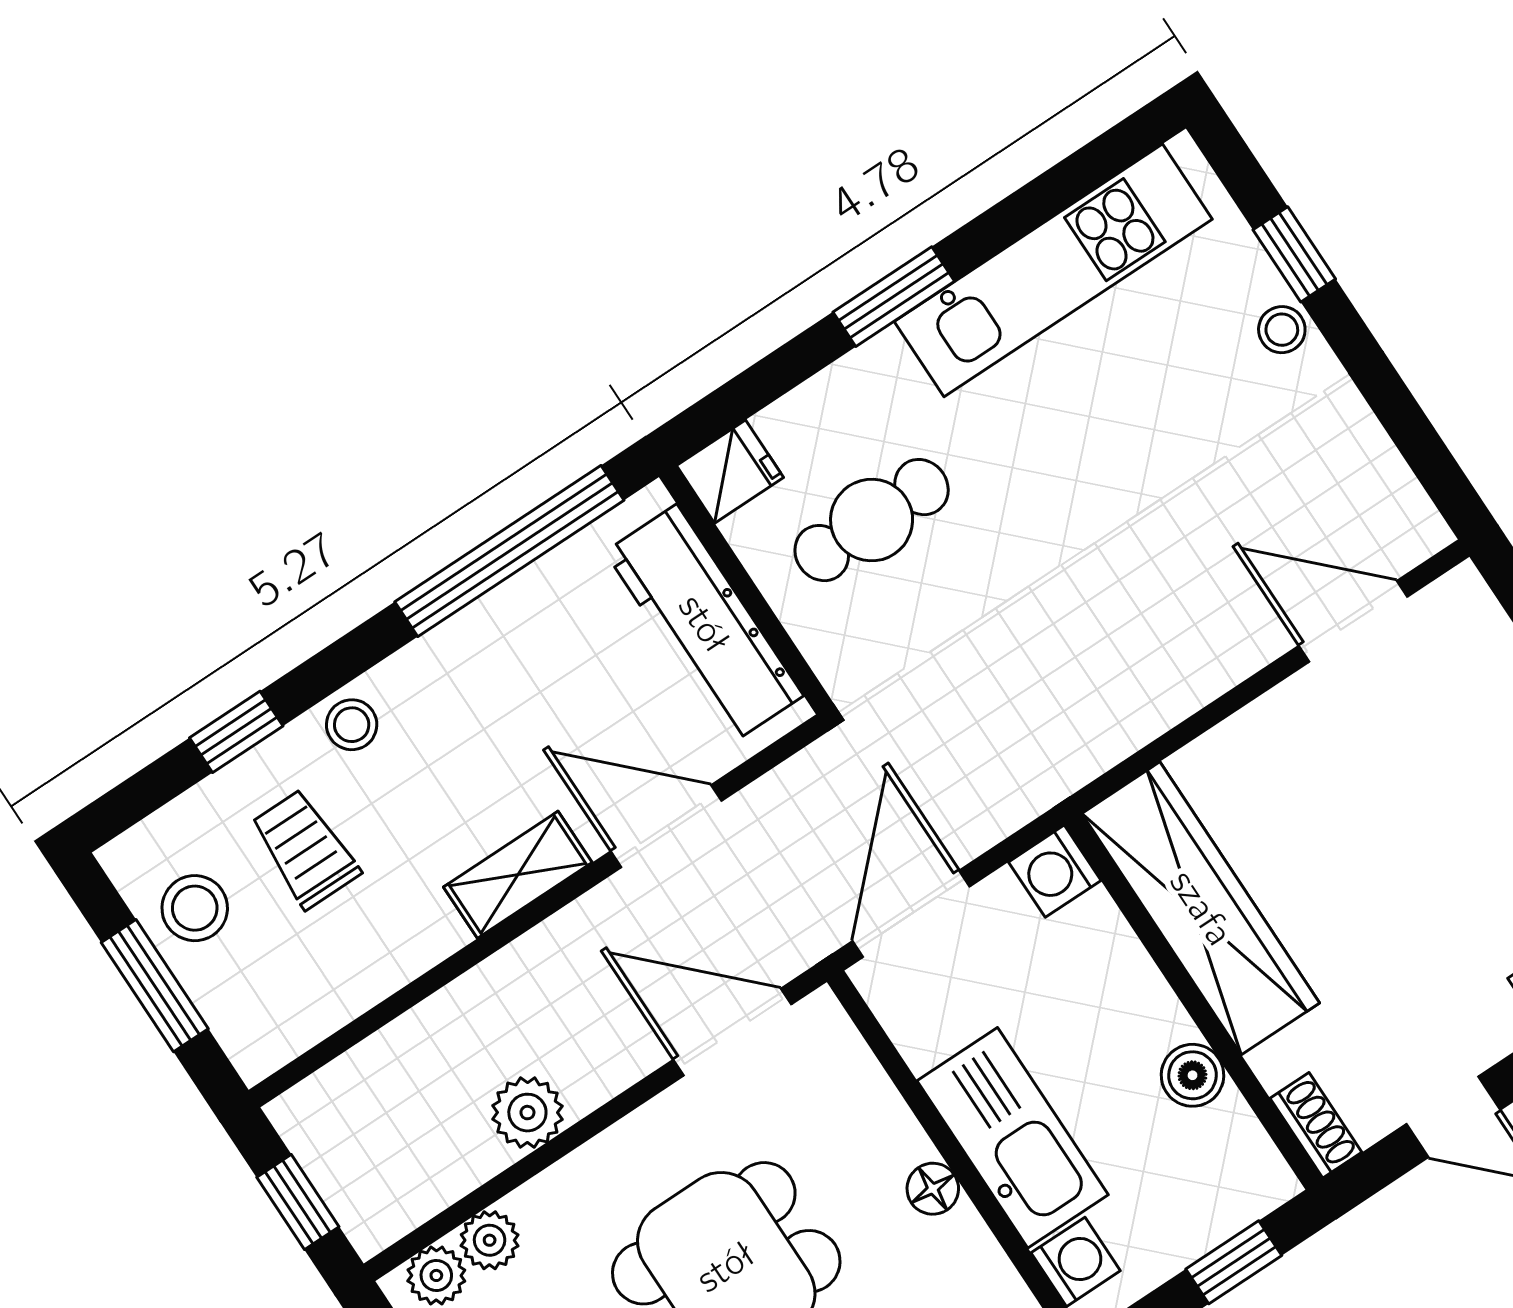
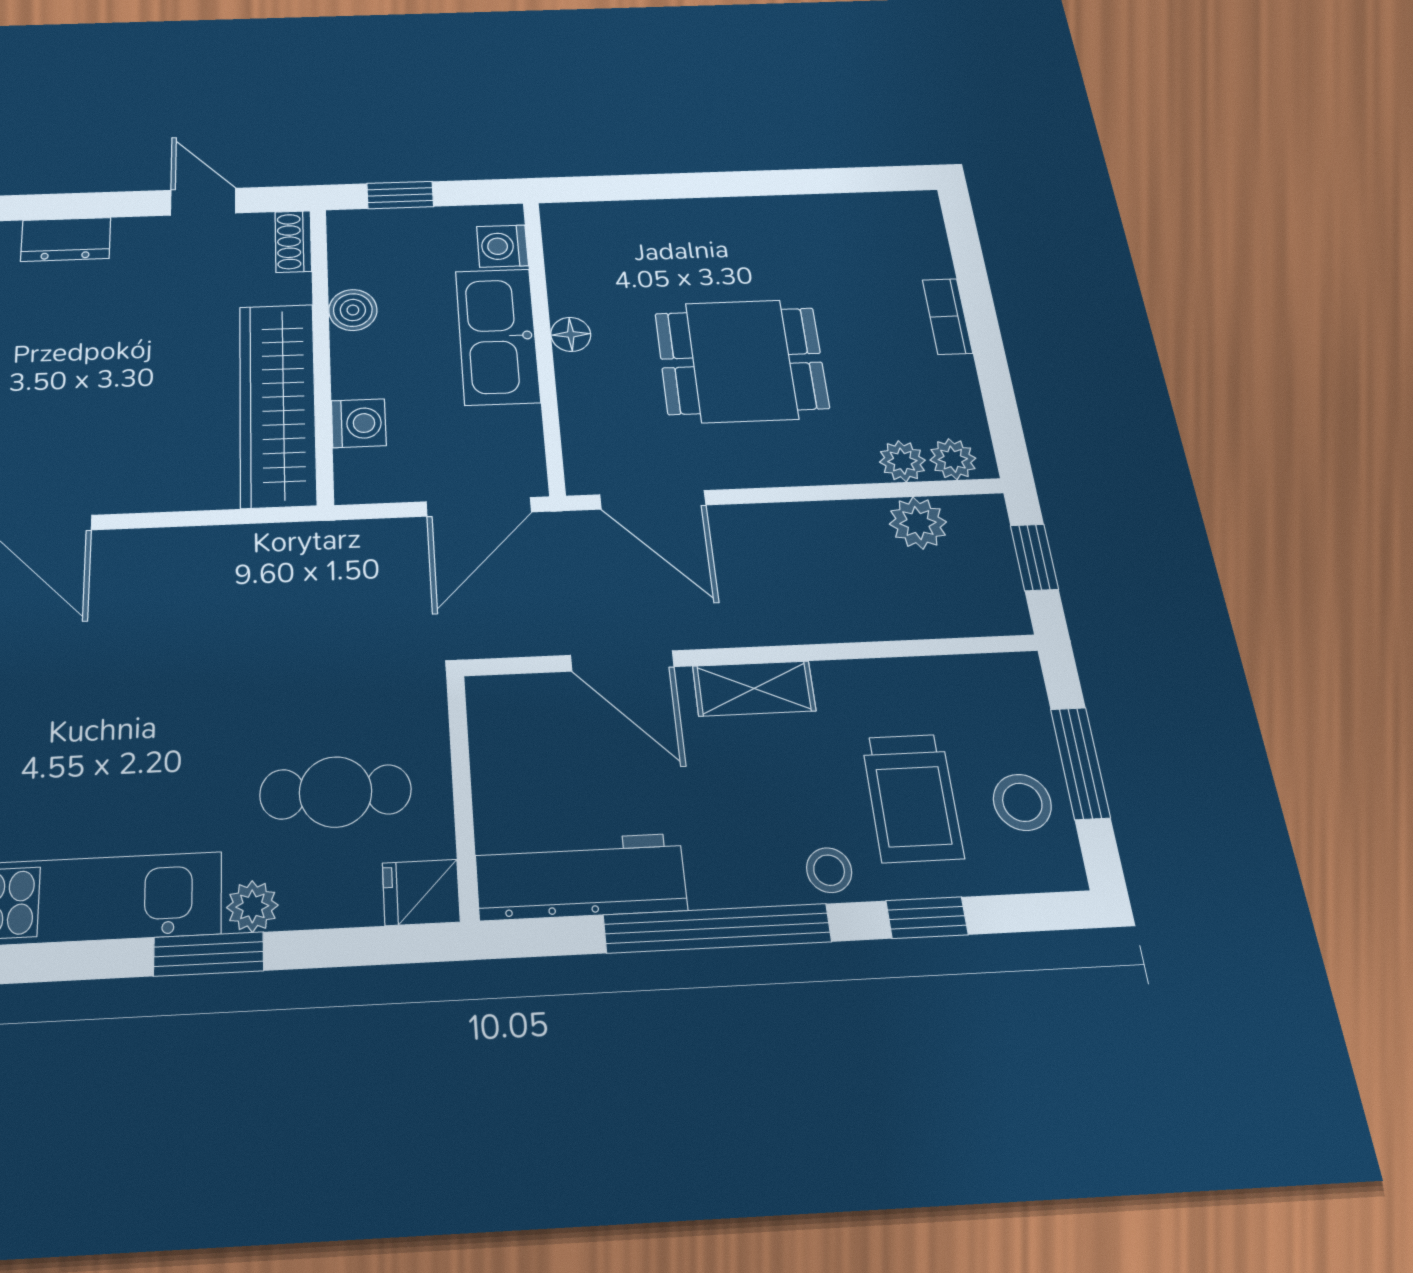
plant: (881, 364) -> (252, 906), added
window: (509, 551) -> (717, 928), moved
workbench: (704, 624) -> (581, 877), moved, turned -90
trolley: (305, 849) -> (912, 798), width x1.36, depth x1.39
washing machine: (1055, 871) -> (359, 423), moved
plant: (527, 1113) -> (918, 523), moved

